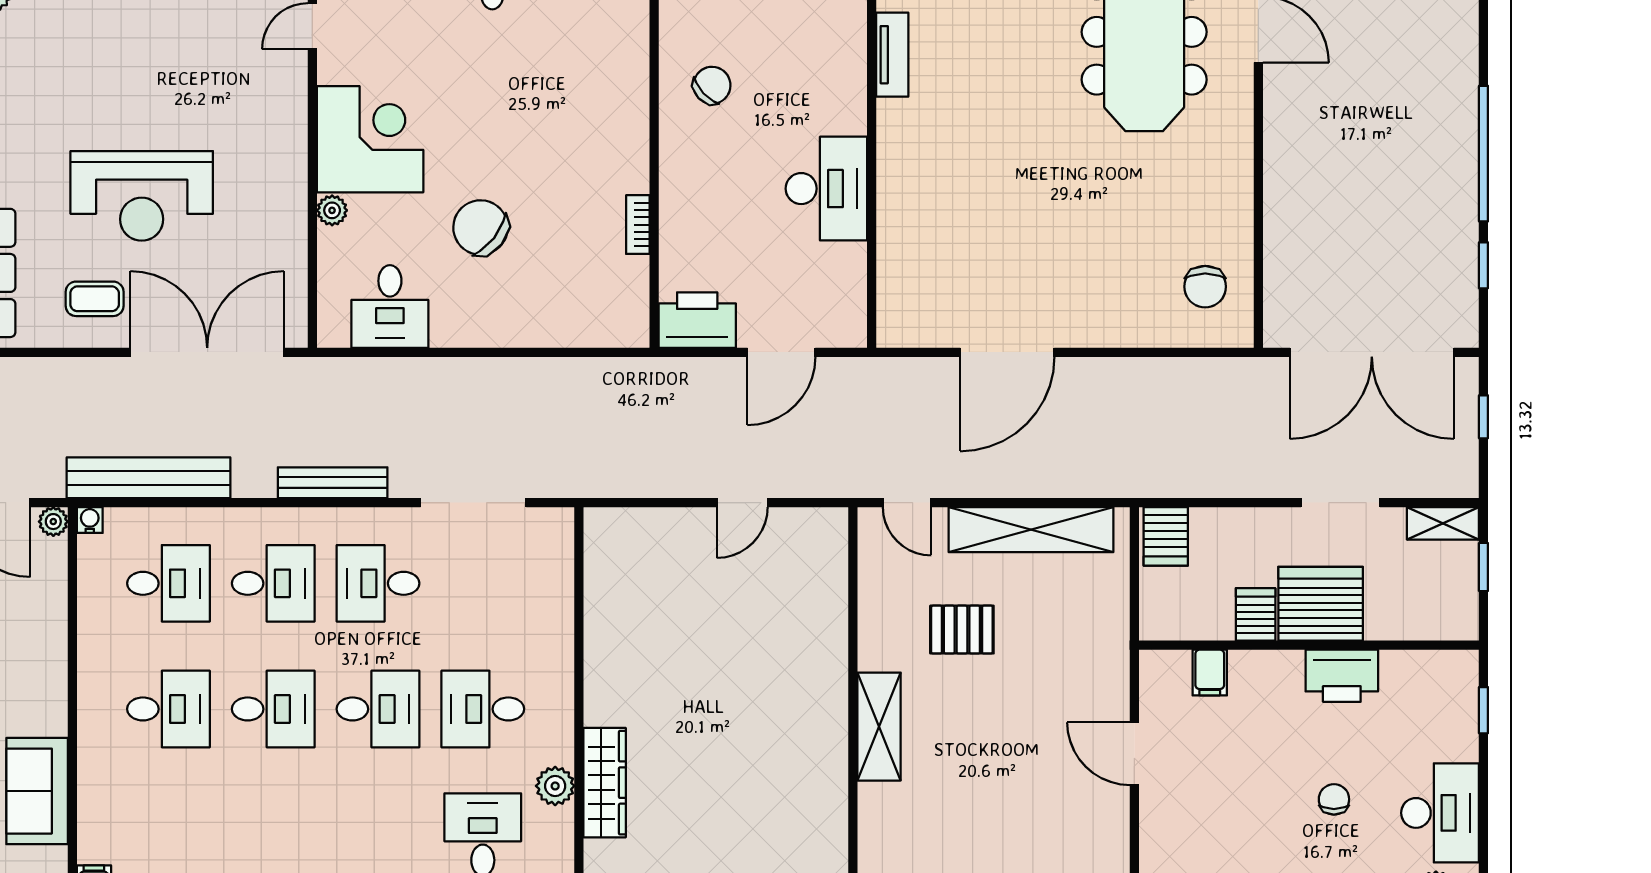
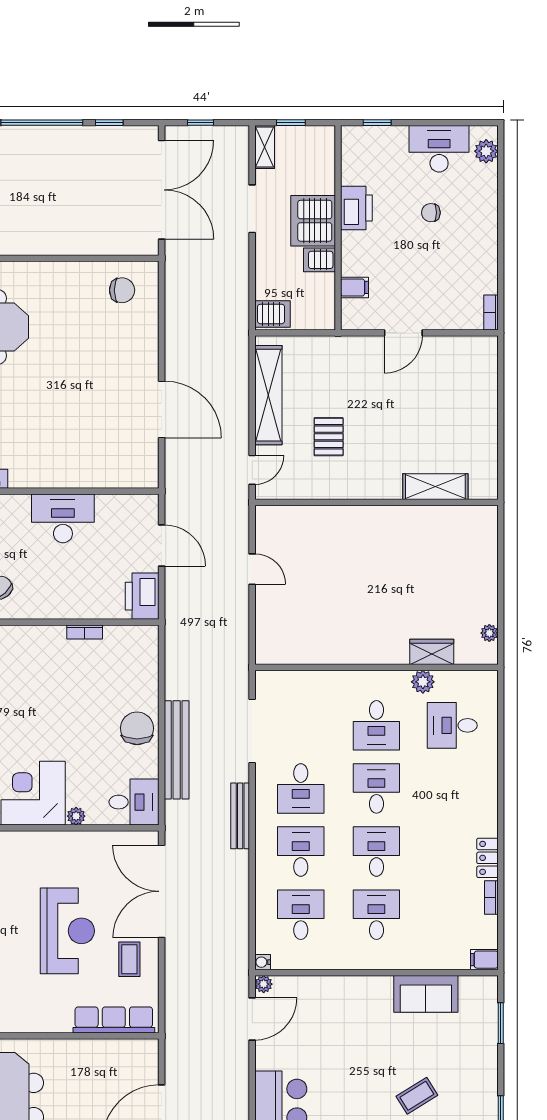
chair: (481, 227) -> (137, 728), moved, turned 142
desk: (390, 307) -> (134, 802), moved
bench: (148, 478) -> (177, 750), moved
shelving: (879, 727) -> (435, 487), moved
wardrobe: (605, 783) -> (432, 652), width x0.67

